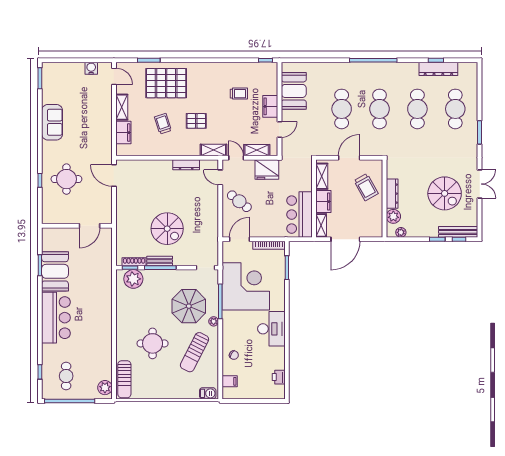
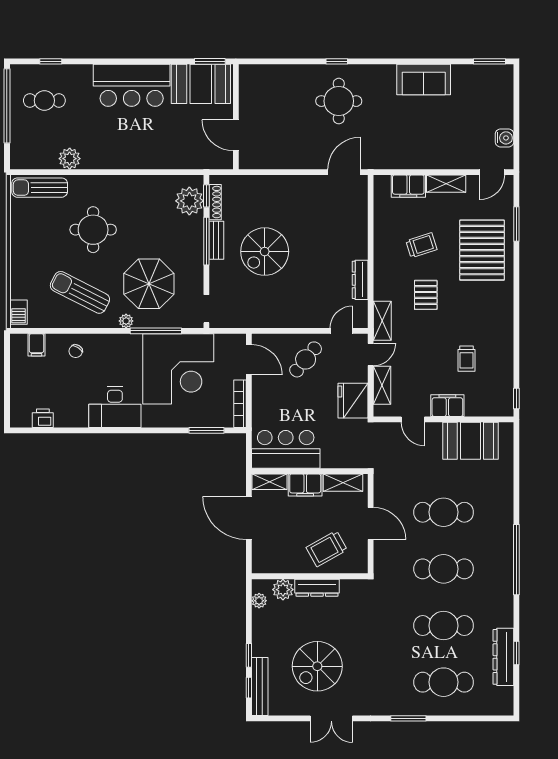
wall: (77, 226) -> (236, 117), moved
door: (89, 226) -> (236, 135), moved
plant: (105, 388) -> (70, 159), moved

